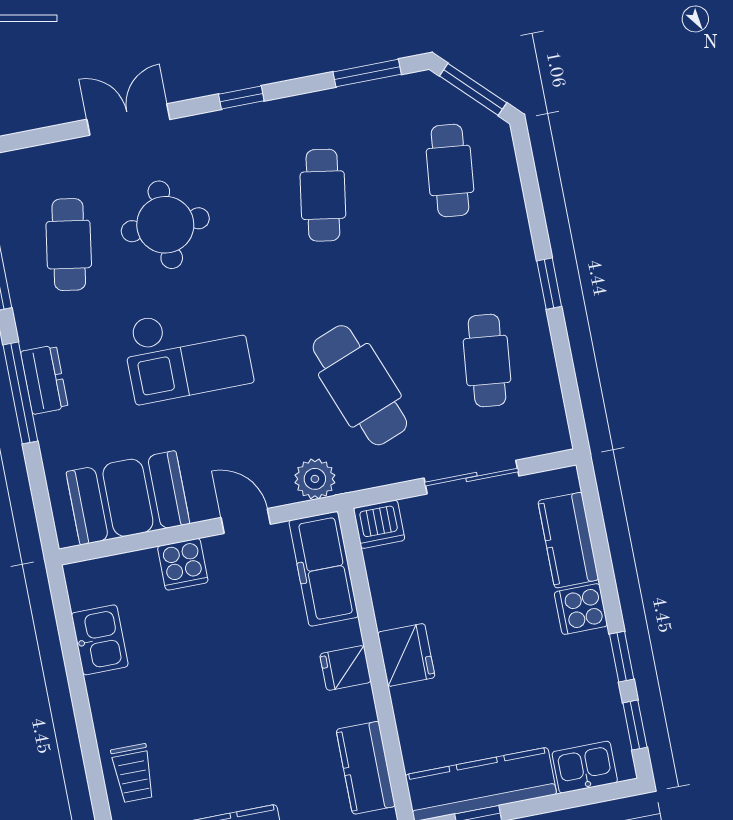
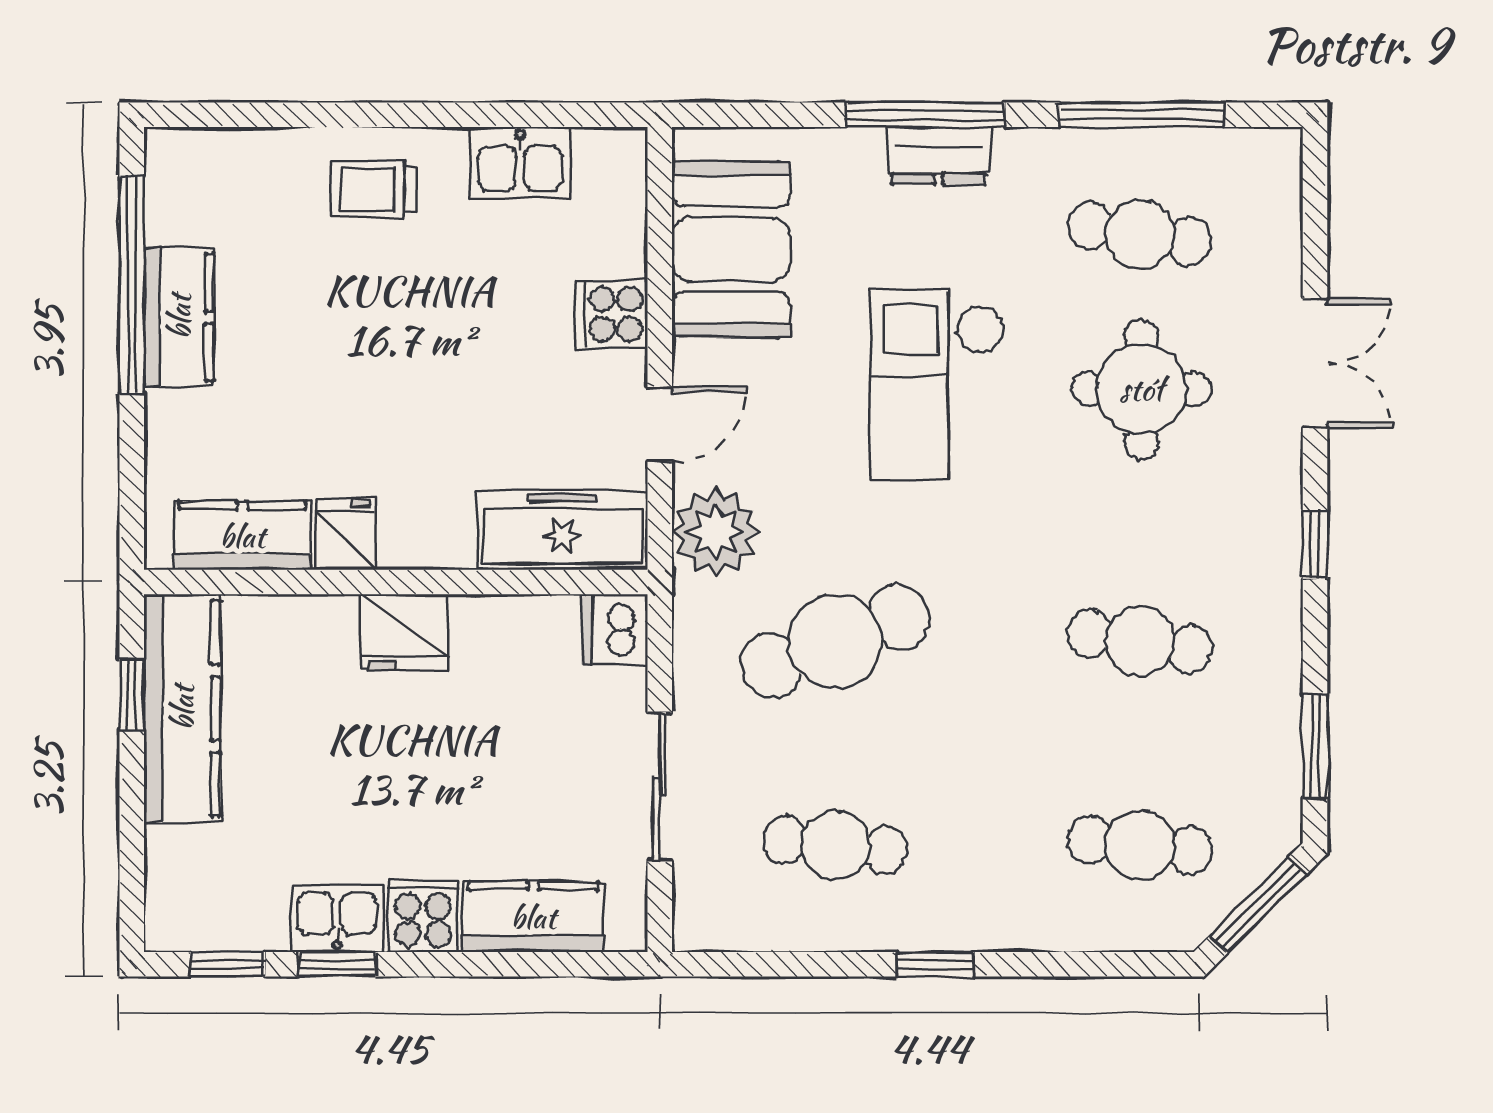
plant: (315, 479) -> (716, 532), width x1.36, depth x1.36
fridge: (345, 668) -> (346, 534), moved
kitchen sink: (585, 767) -> (337, 918), moved, turned -90
trolley: (133, 773) -> (373, 189), moved

